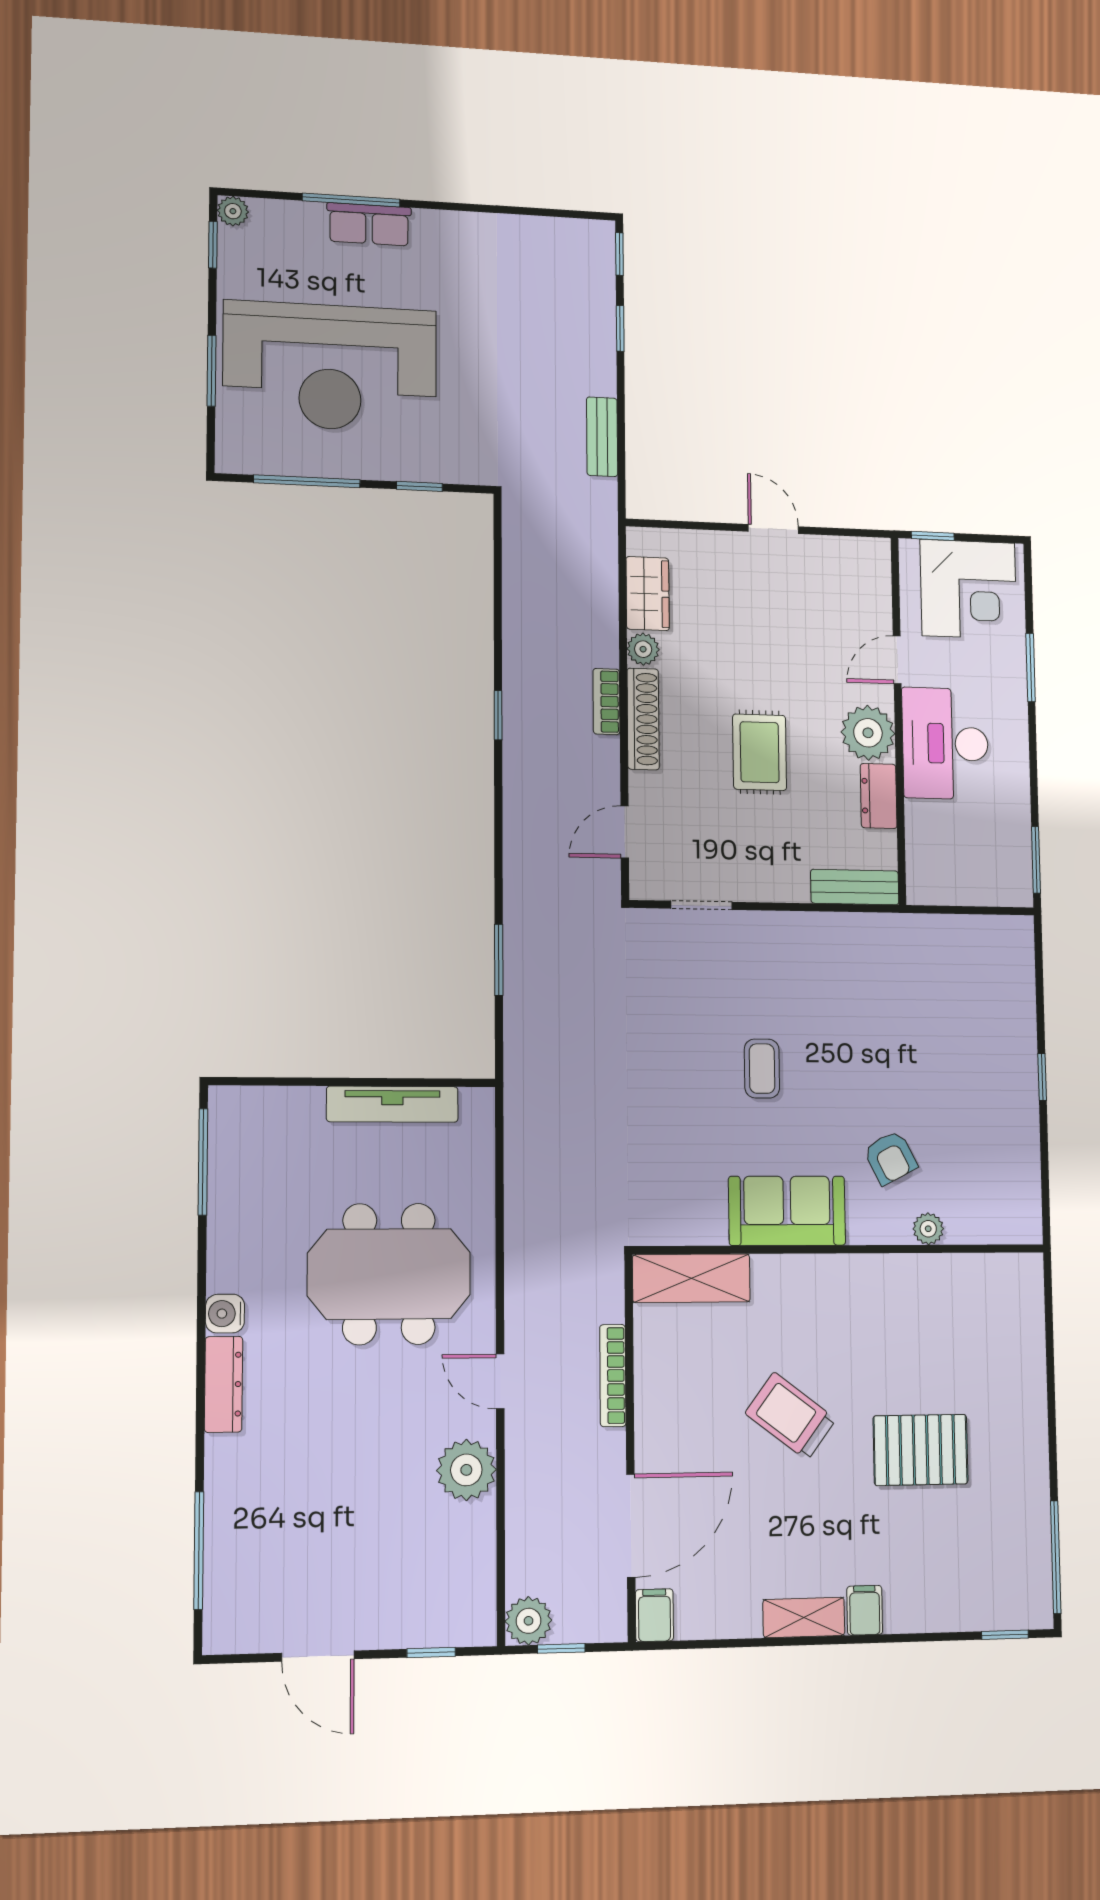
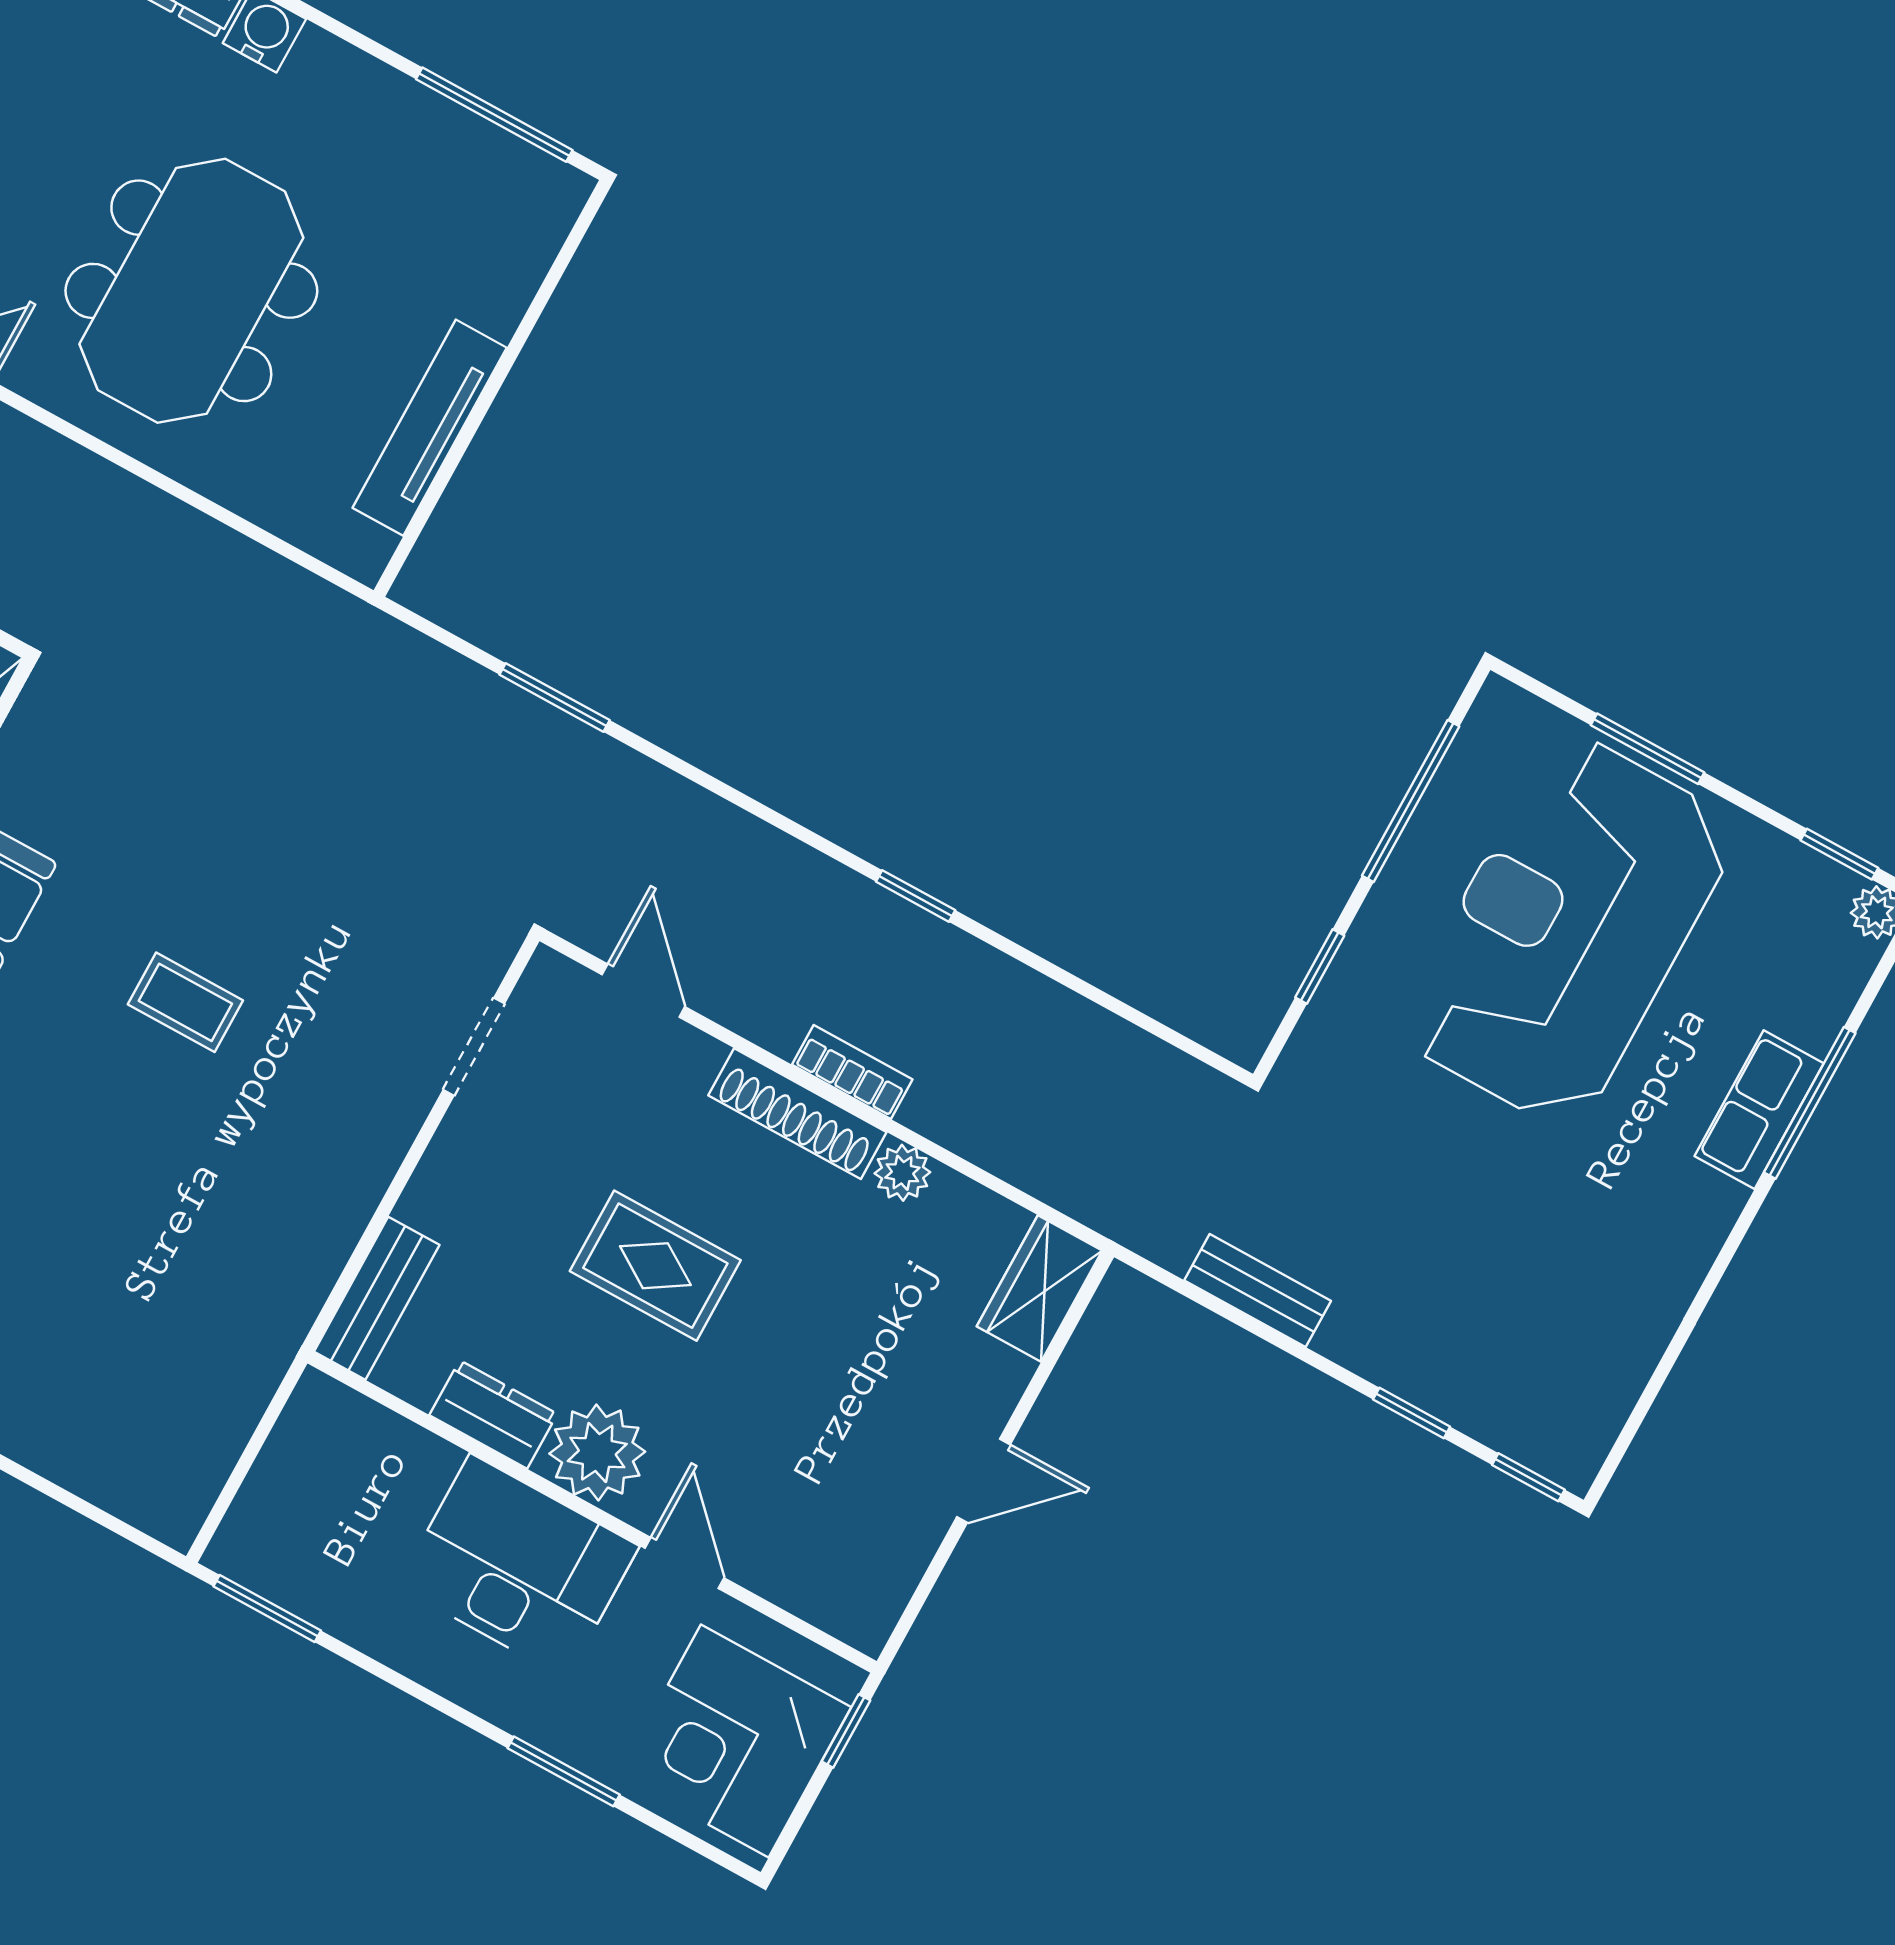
wardrobe: (648, 594) -> (1039, 1289), moved, turned 90

